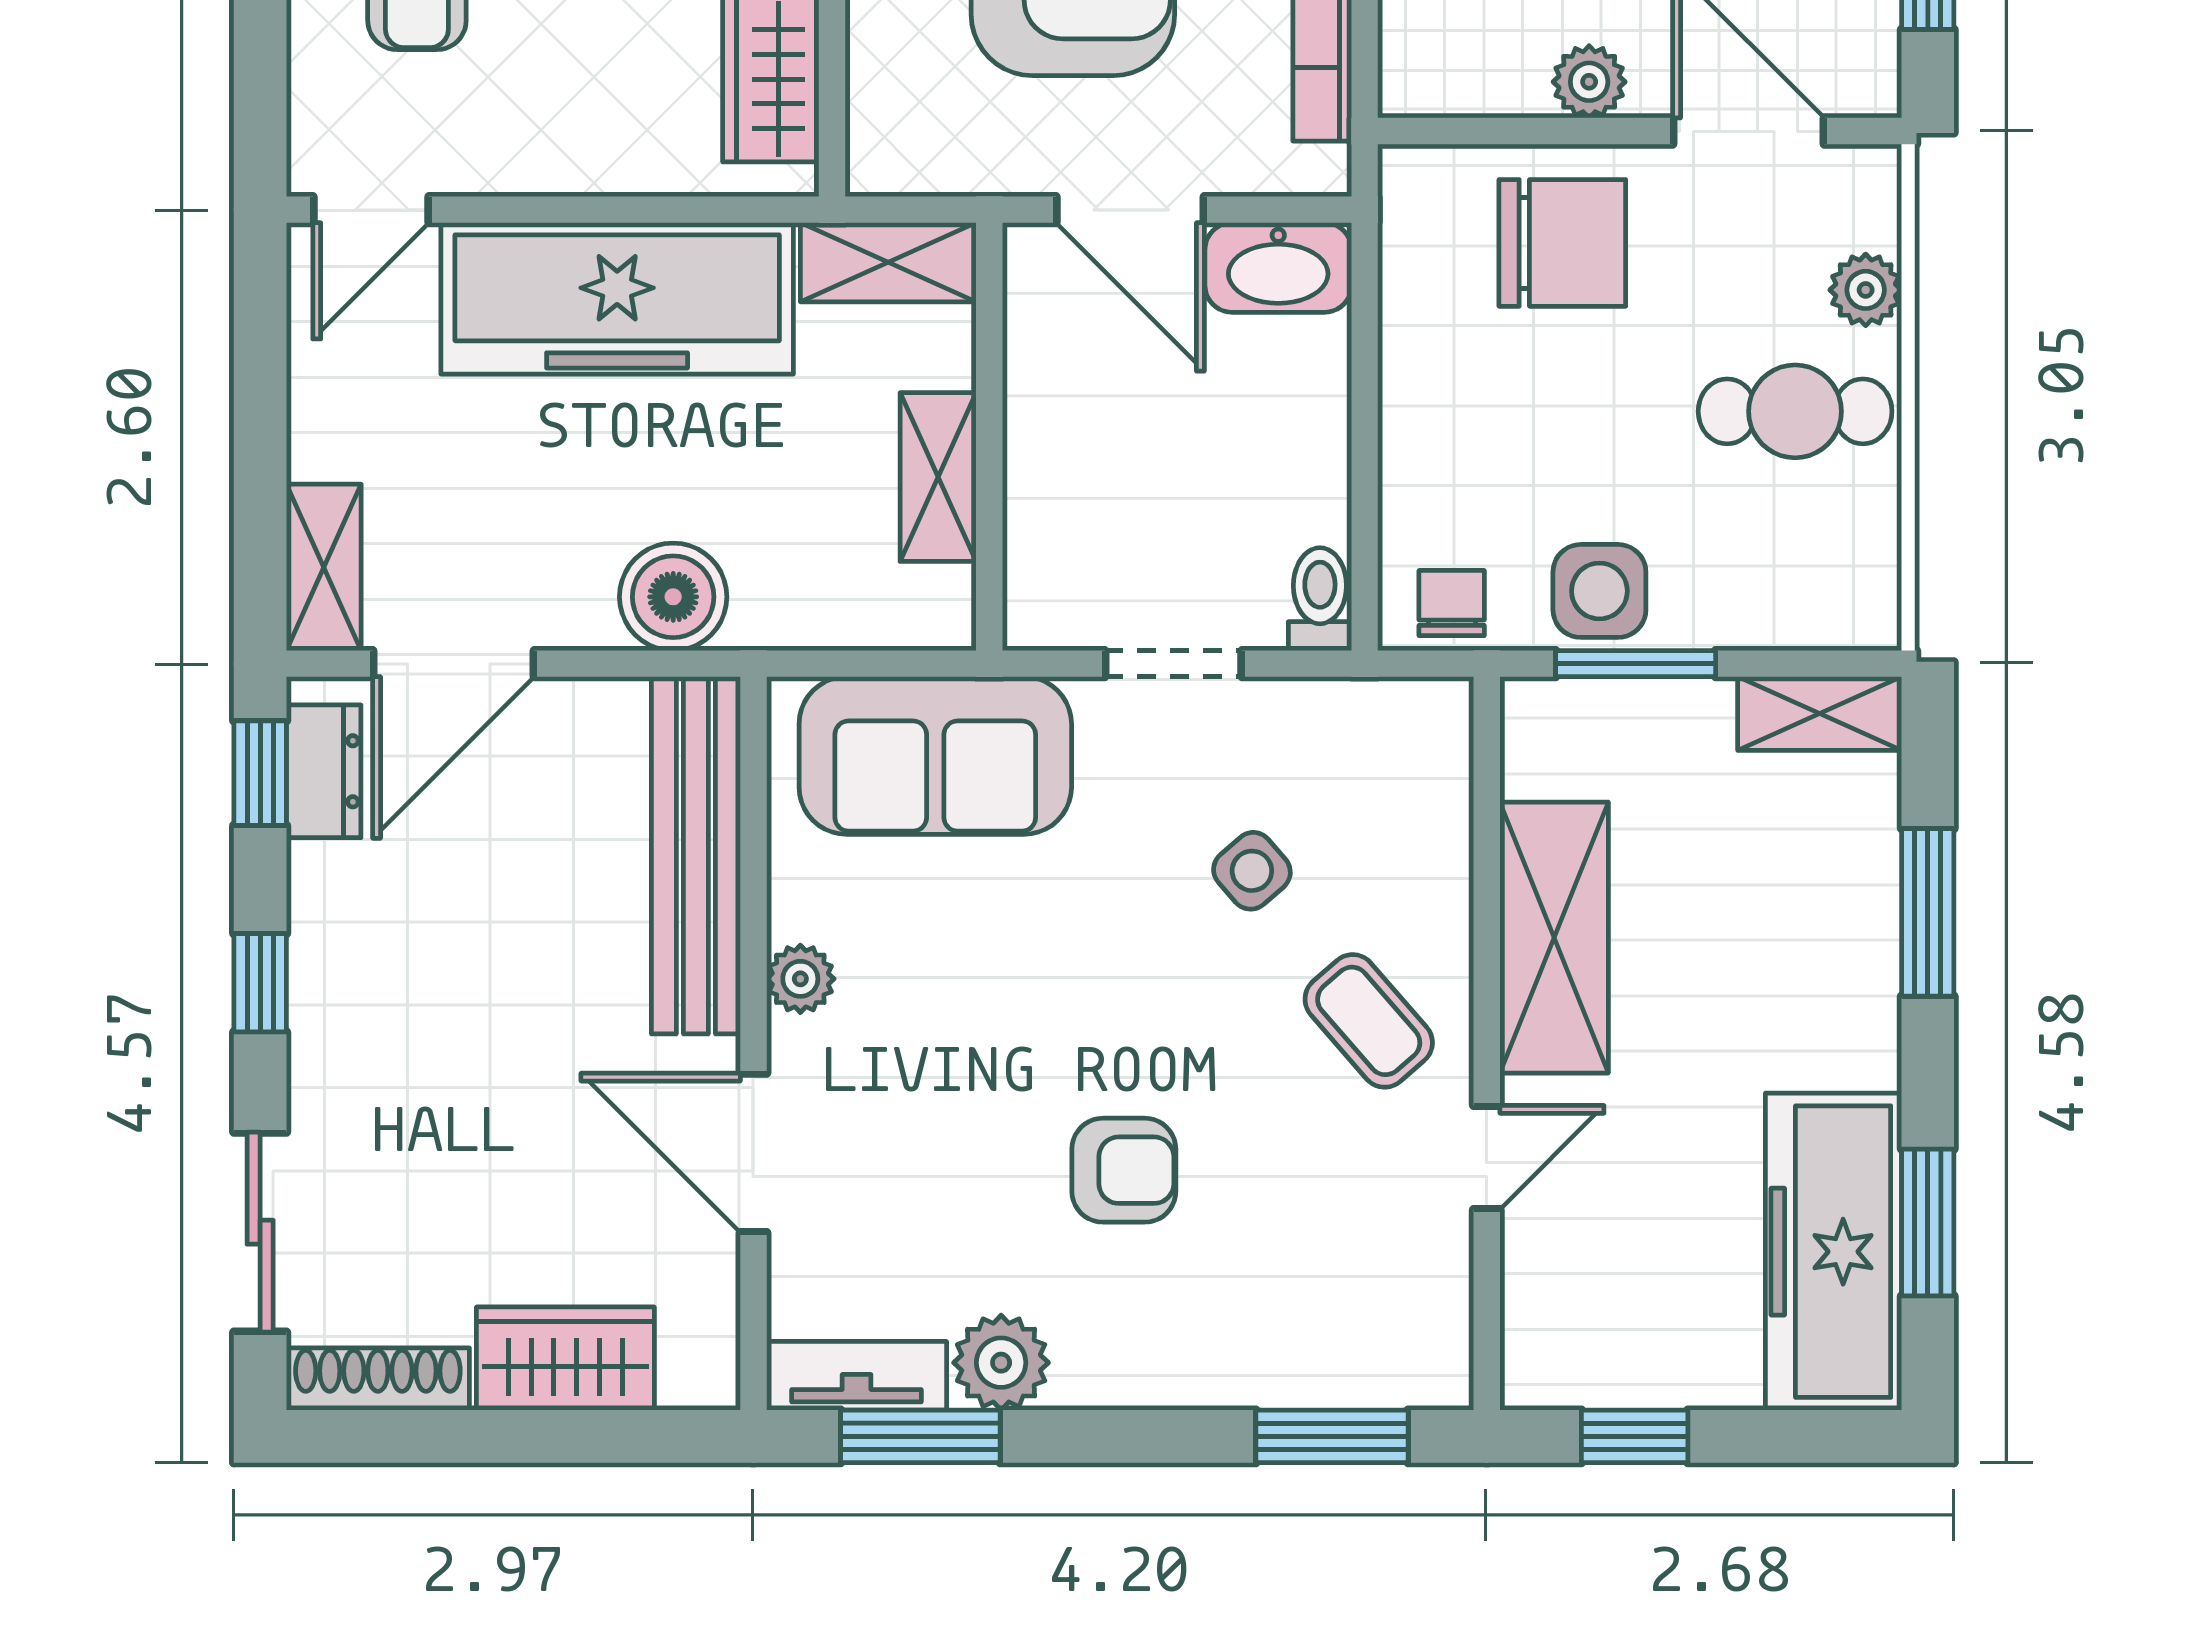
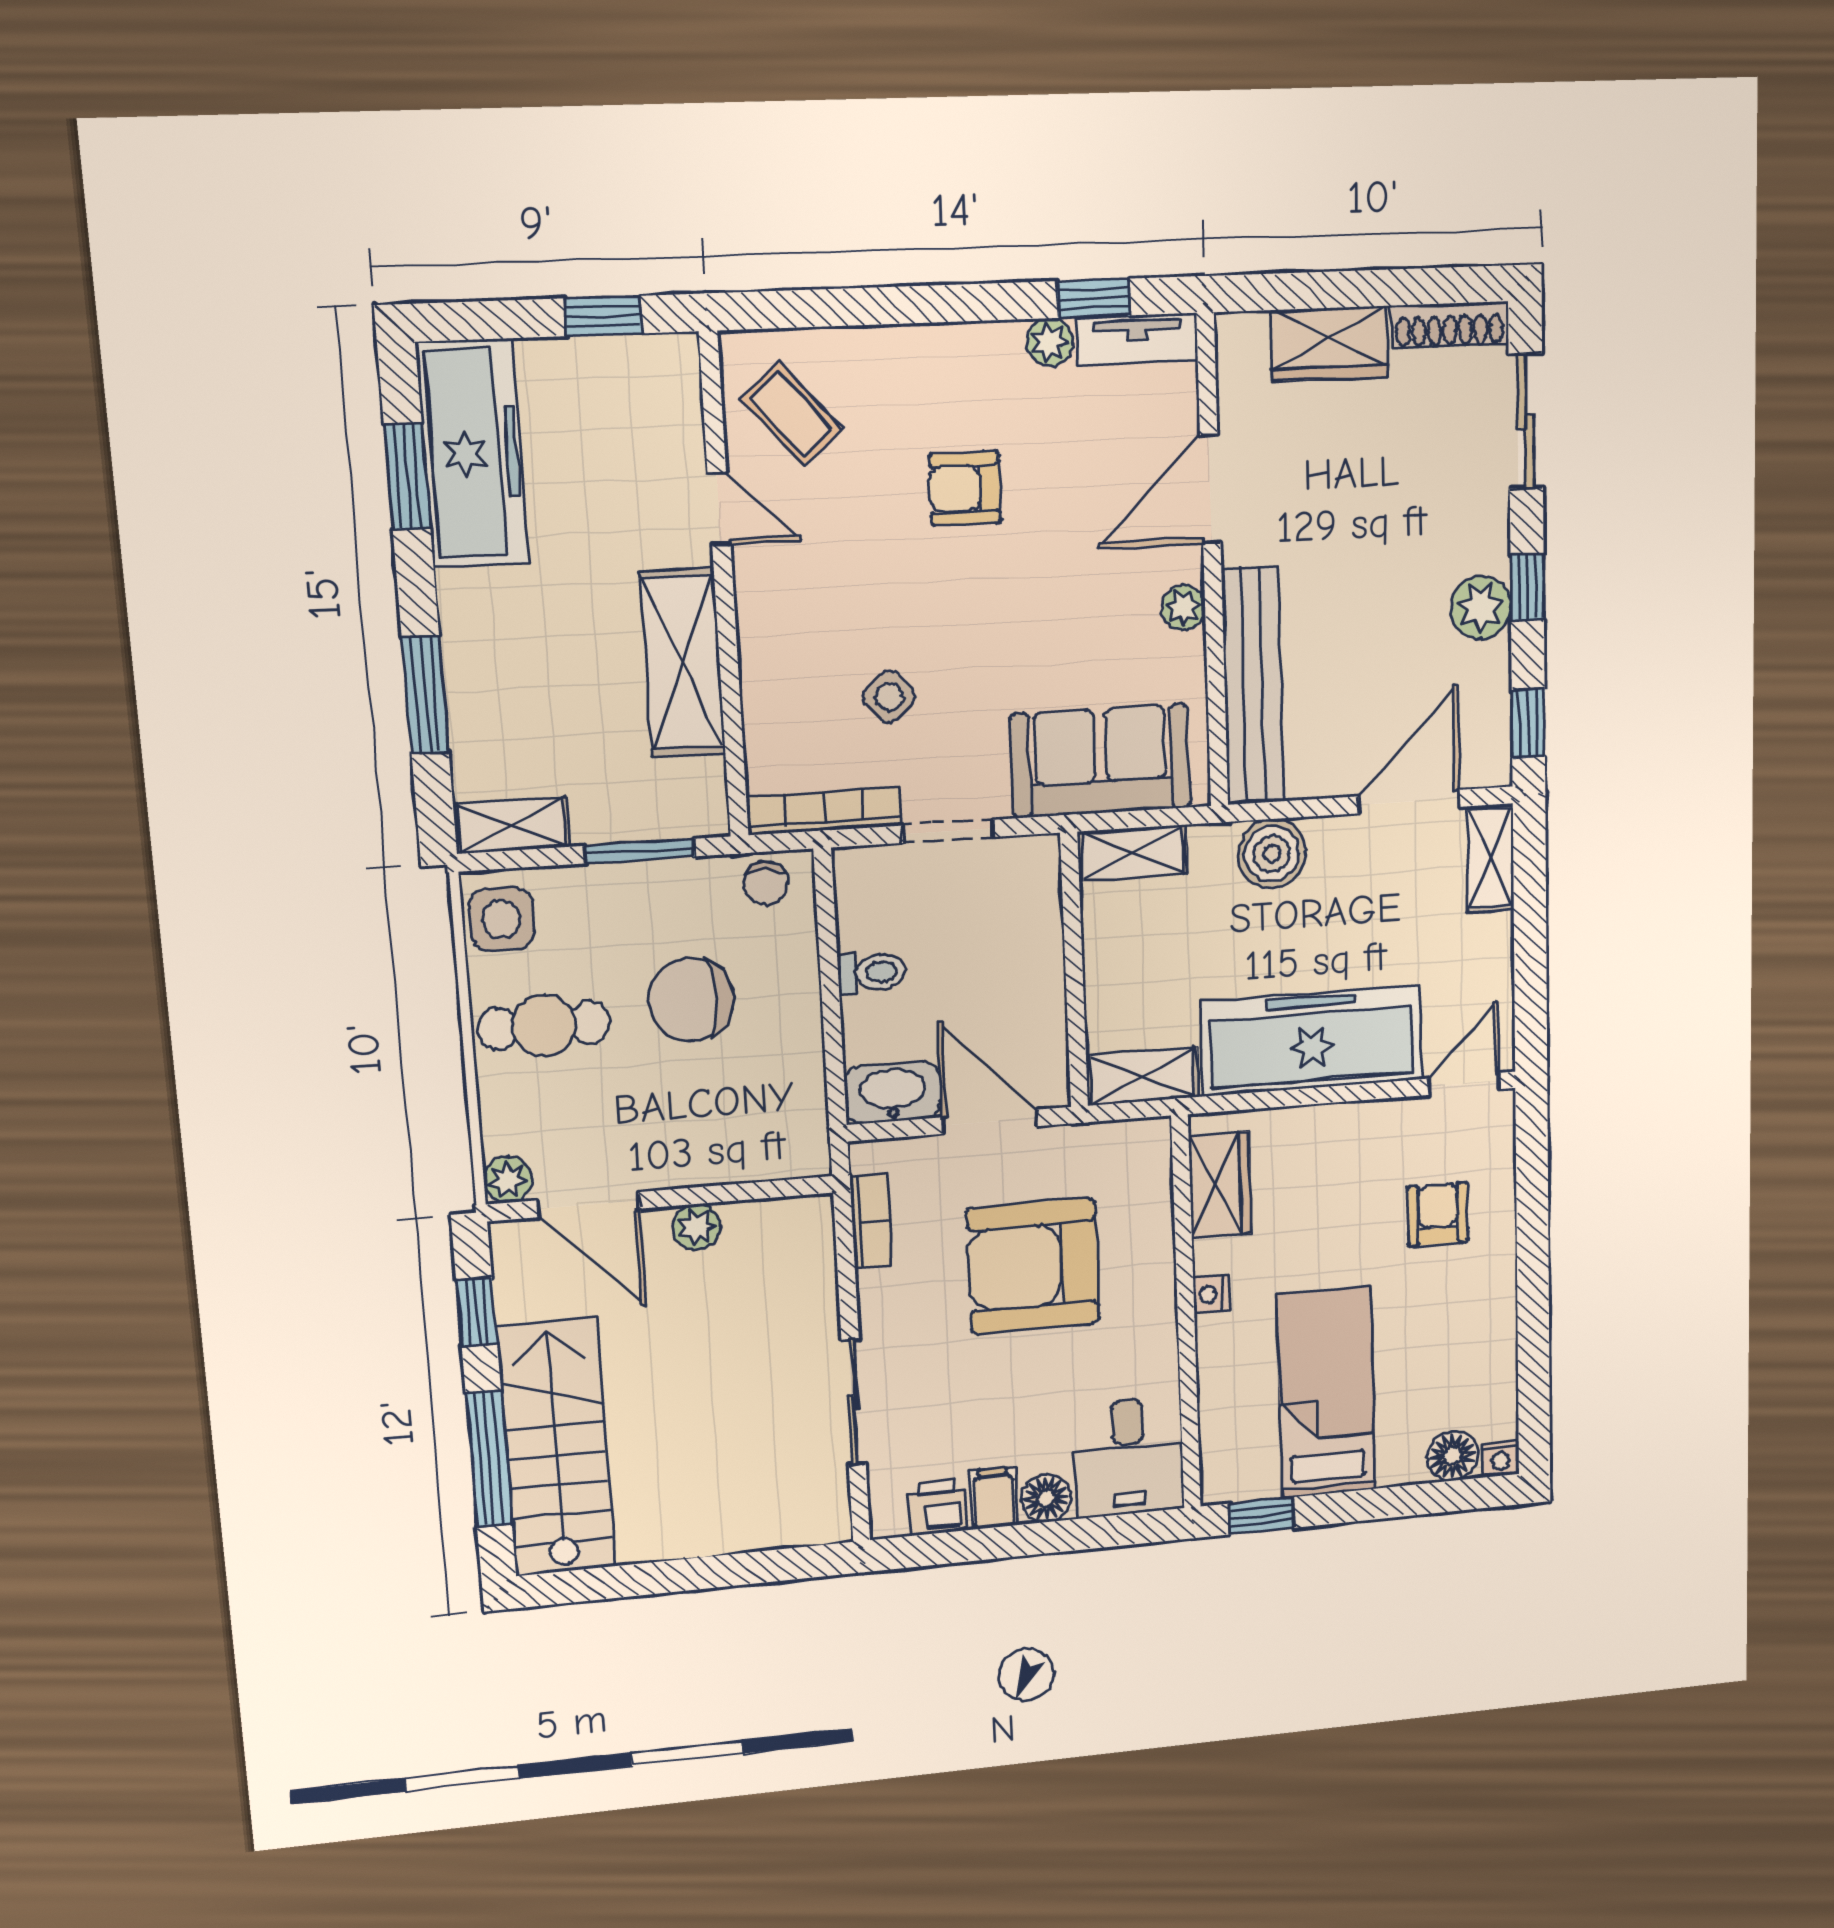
chair: (1562, 243) -> (691, 1000), moved
plant: (1866, 290) -> (508, 1180), moved
shelving: (938, 477) -> (1132, 853), moved, turned 90
side table: (1599, 591) -> (501, 919), moved
toilet: (1320, 599) -> (872, 973), moved, turned -90
bookcase: (1359, 706) -> (824, 811), added
dresser: (324, 771) -> (1489, 727), removed
plant: (335, 956) -> (1481, 607), added
coffee table: (1369, 1021) -> (792, 414), moved
door: (753, 1153) -> (1210, 489), swing flipped
door: (1487, 1158) -> (719, 509), swing flipped
plant: (1001, 1363) -> (1050, 342), width x0.73, depth x0.73
window: (920, 1436) -> (1094, 298), width x0.67
window: (1332, 1436) -> (814, 308), removed

